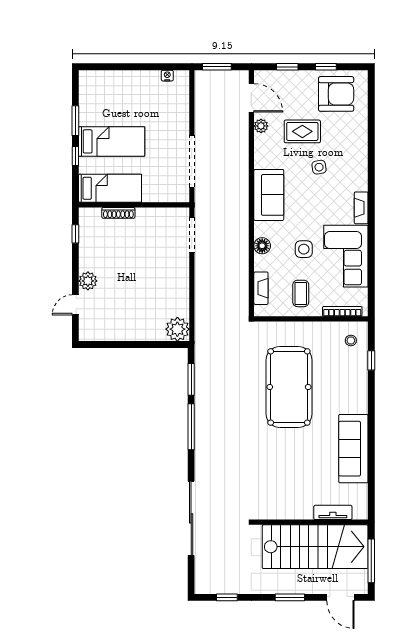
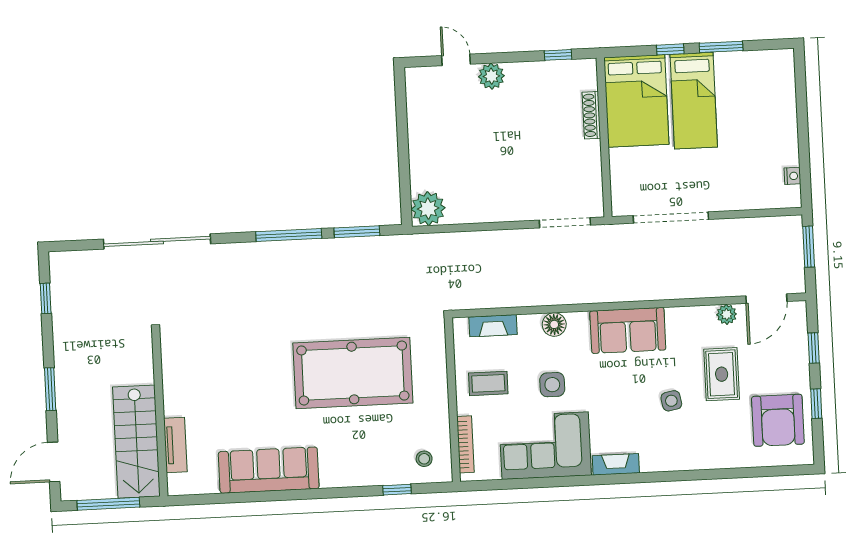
bed: (110, 188) -> (636, 101), width x1.50
stairs: (315, 547) -> (136, 442), width x0.73, depth x0.66

